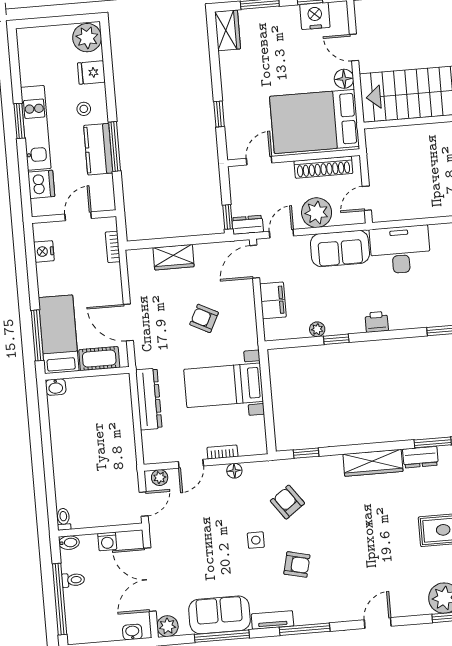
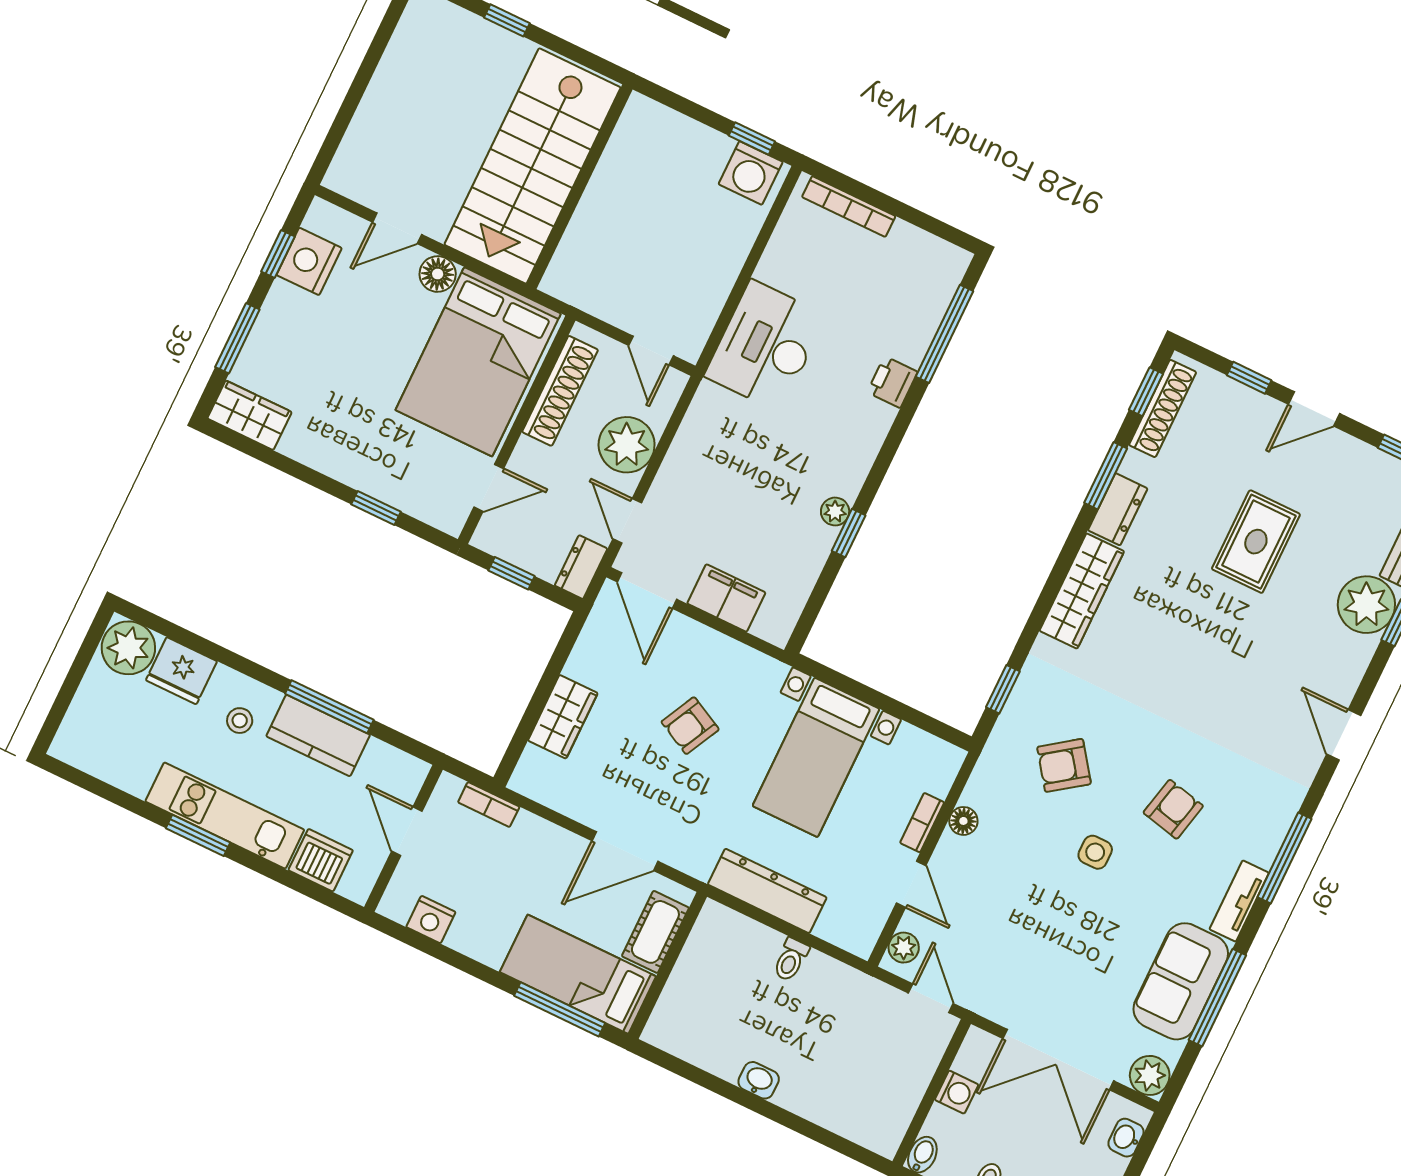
fridge: (91, 73) -> (181, 671), width x1.38
door: (259, 161) -> (489, 488), swing flipped
window: (228, 217) -> (511, 573), moved
sofa: (340, 249) -> (706, 441), removed
printer: (377, 322) -> (892, 382), moved
plant: (317, 329) -> (835, 512), moved
washbasin: (56, 387) -> (759, 1080), moved, turned -90
toilet: (64, 519) -> (791, 960), moved, turned -90

